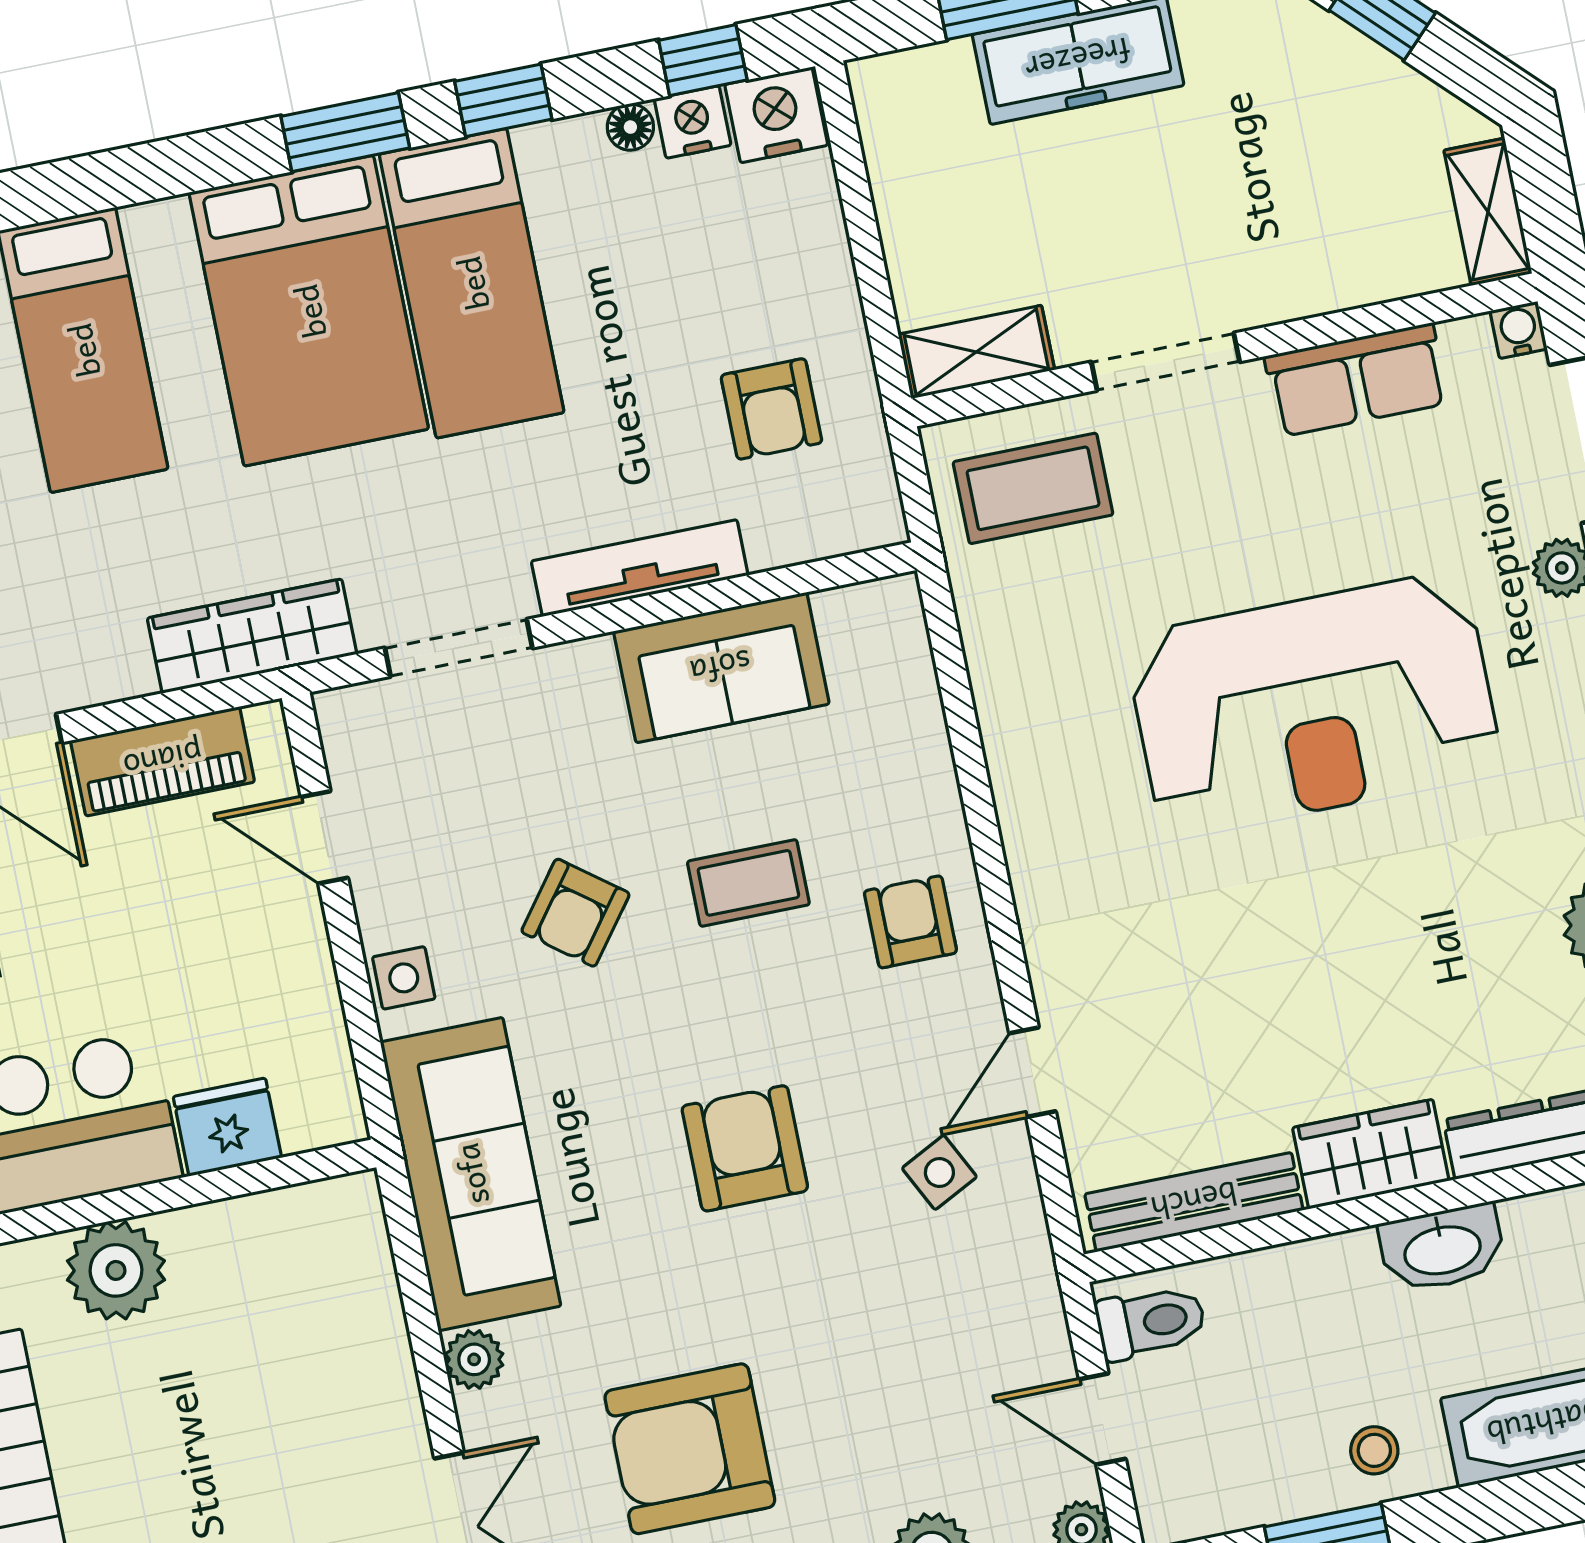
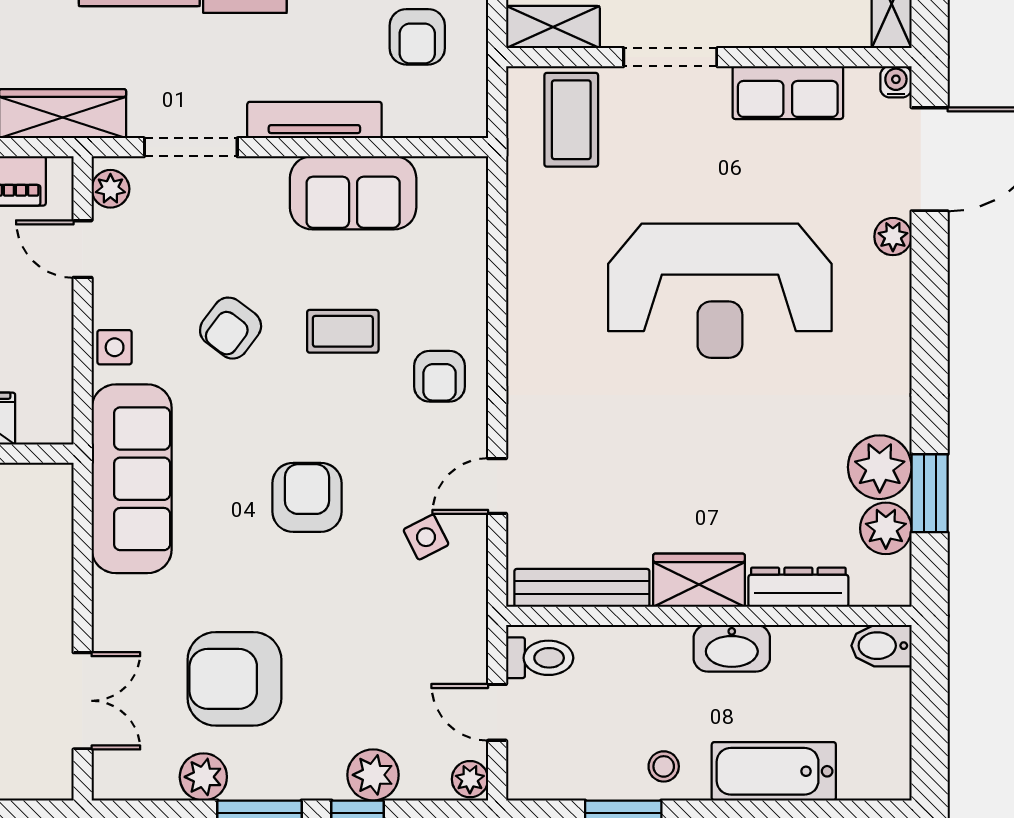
coffee table: (1033, 488) -> (571, 120), turned 90
armchair: (910, 922) -> (440, 376), turned 180
plant: (474, 1359) -> (110, 189), moved

